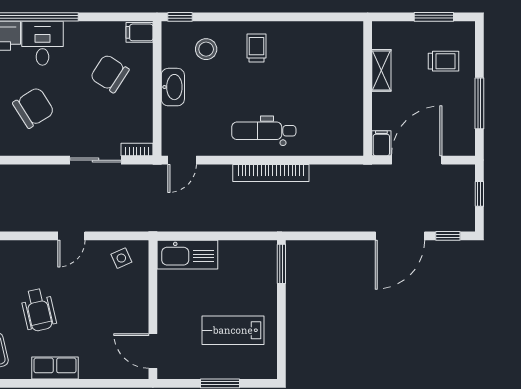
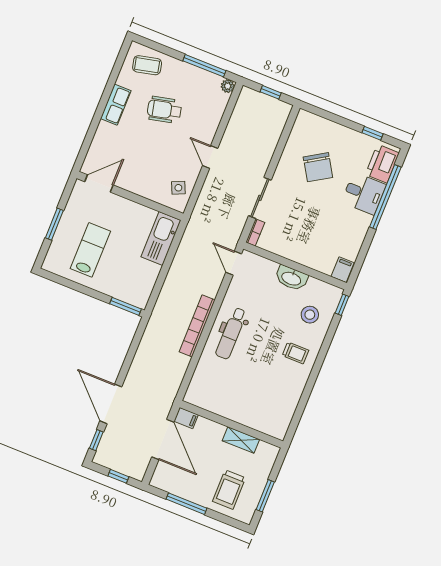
trolley: (443, 61) -> (229, 489), width x1.36, depth x1.39
chair: (110, 74) -> (321, 235), removed
dental chair: (264, 131) -> (231, 333), turned 180

